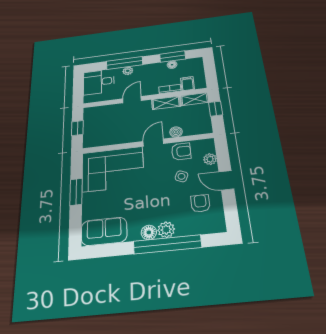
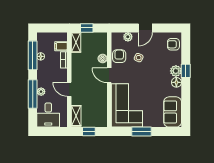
window: (173, 57) -> (33, 55), width x1.44
shelving: (166, 103) -> (76, 116), moved
armchair: (200, 203) -> (173, 44), moved
window: (167, 244) -> (186, 71), width x0.32

